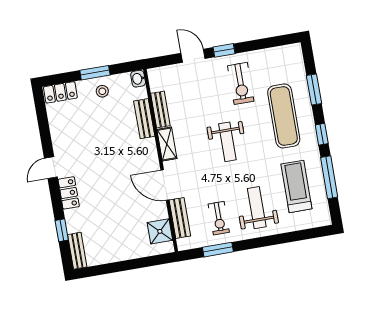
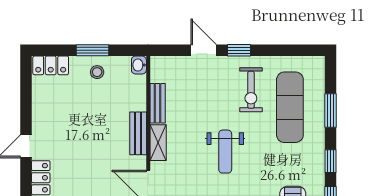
exercise mat: (284, 116) -> (290, 107), moved
bench: (144, 119) -> (138, 133), moved

